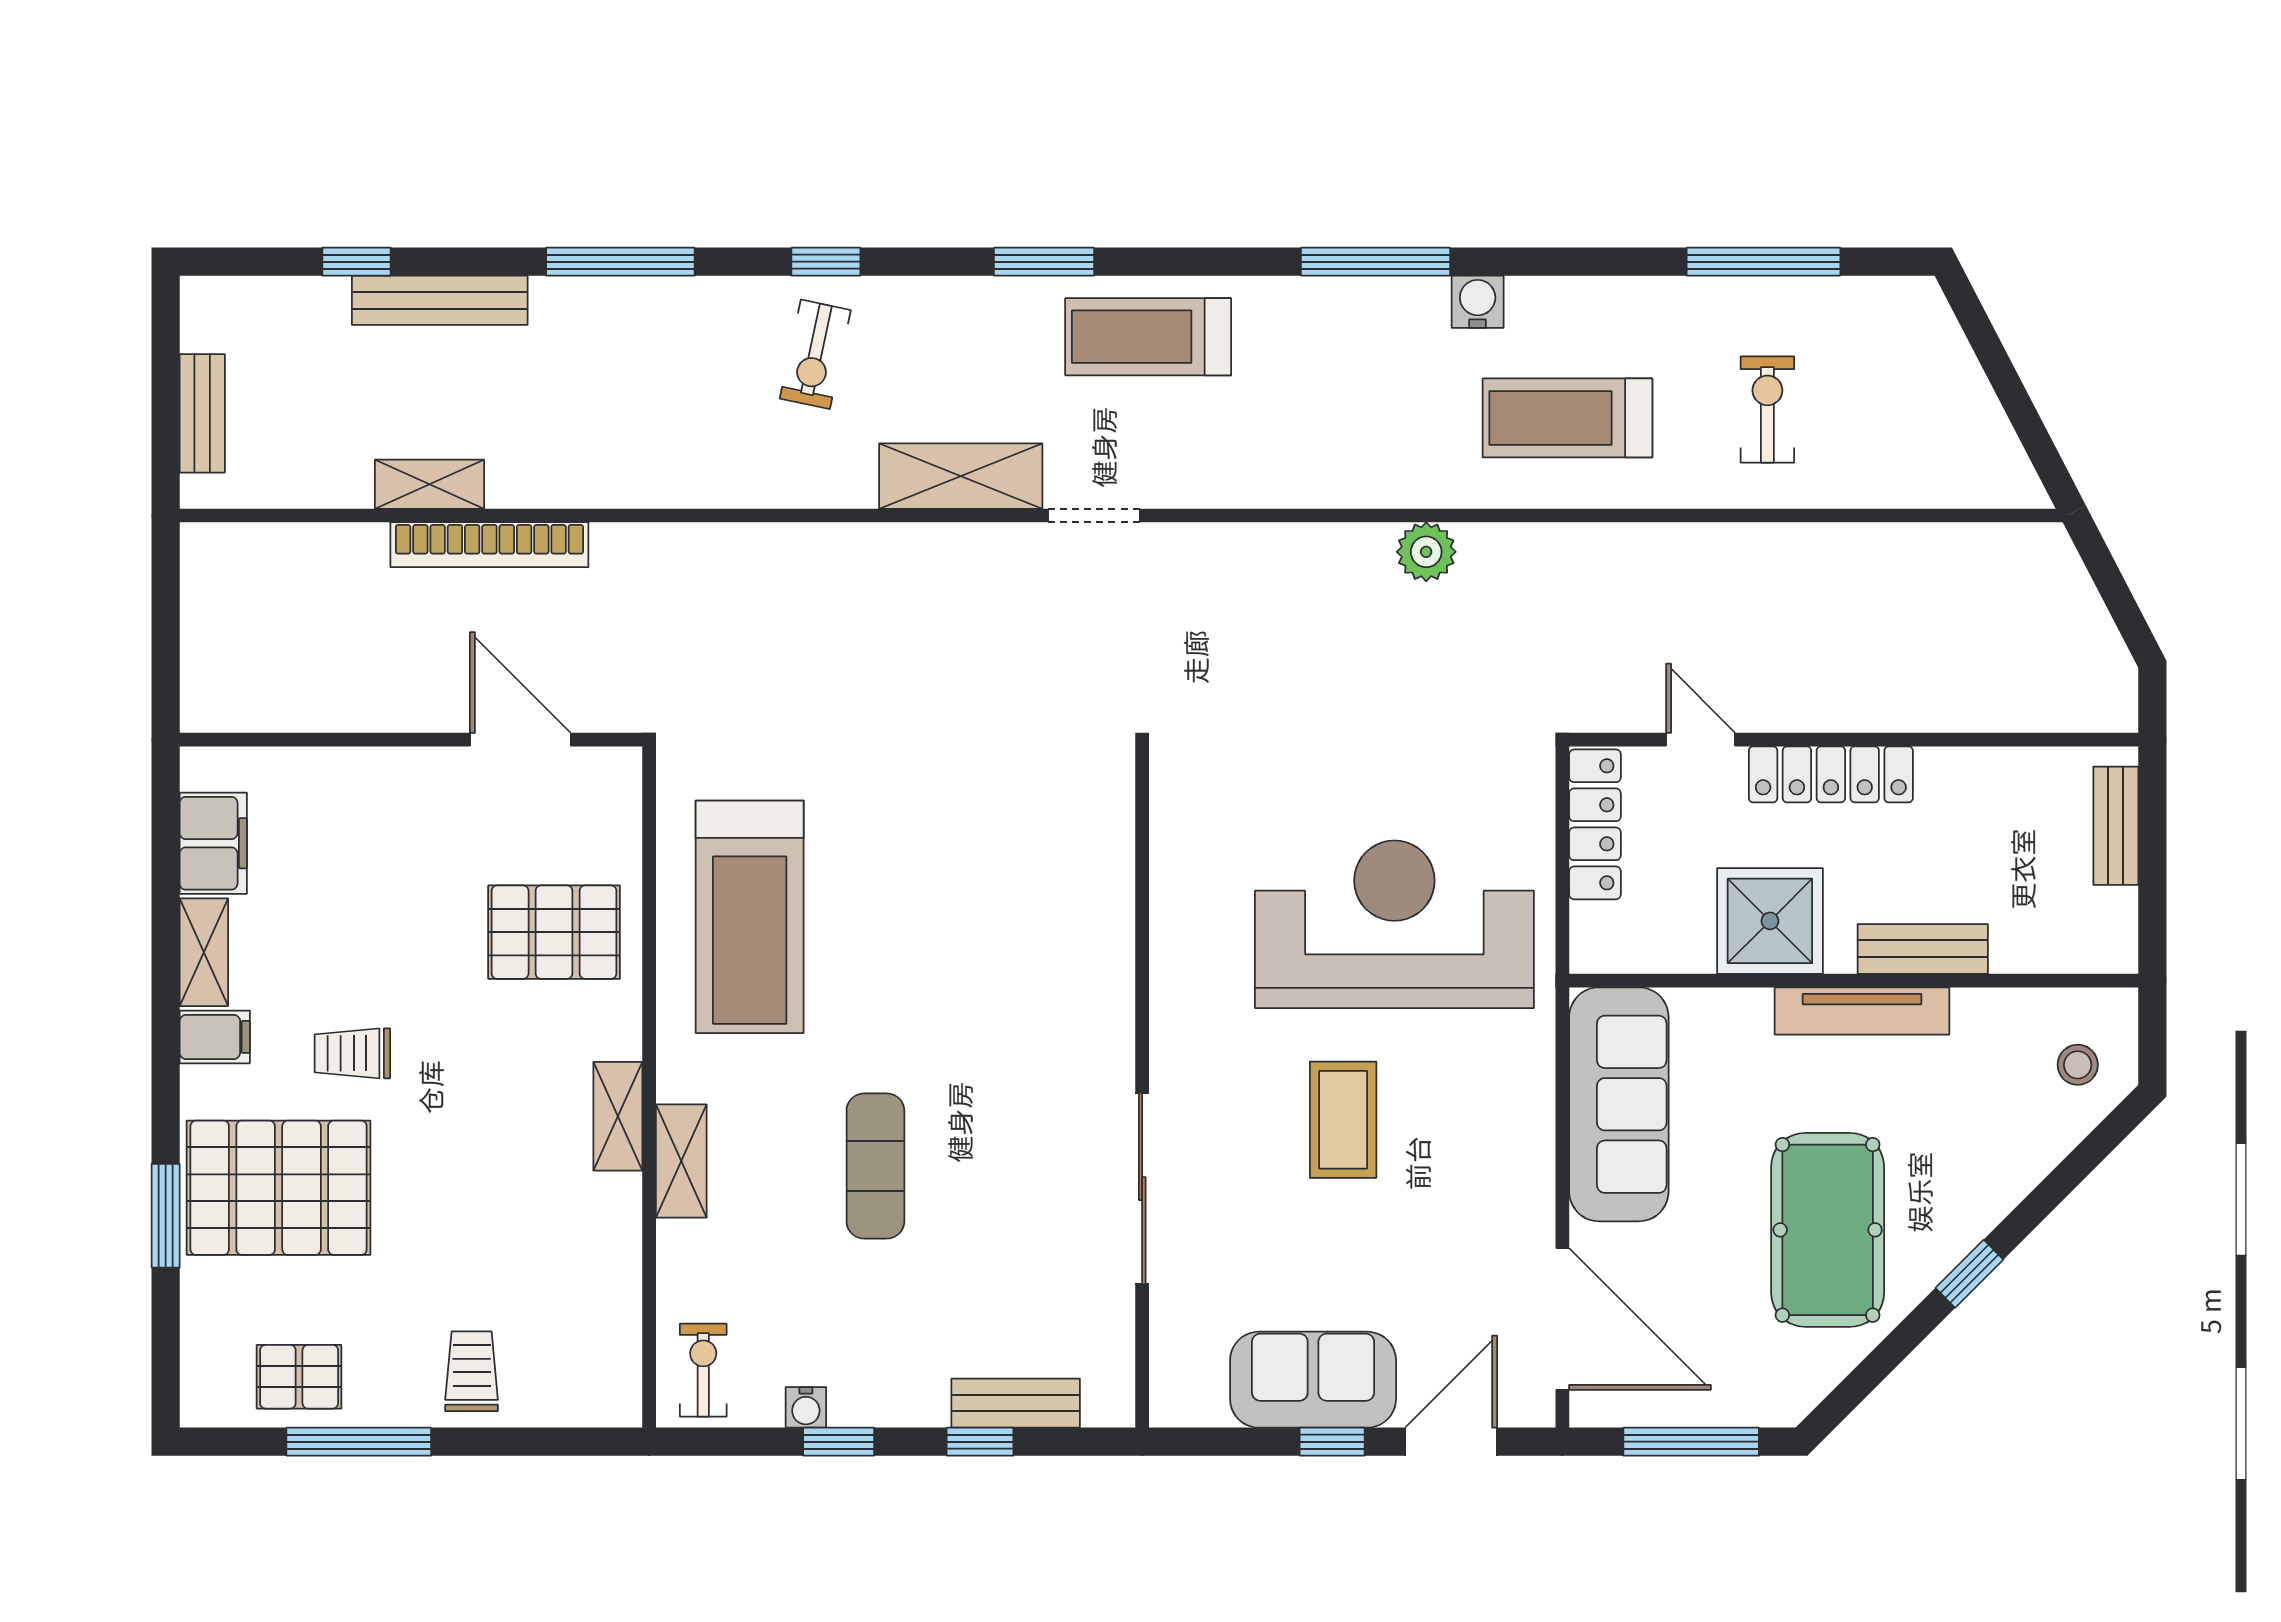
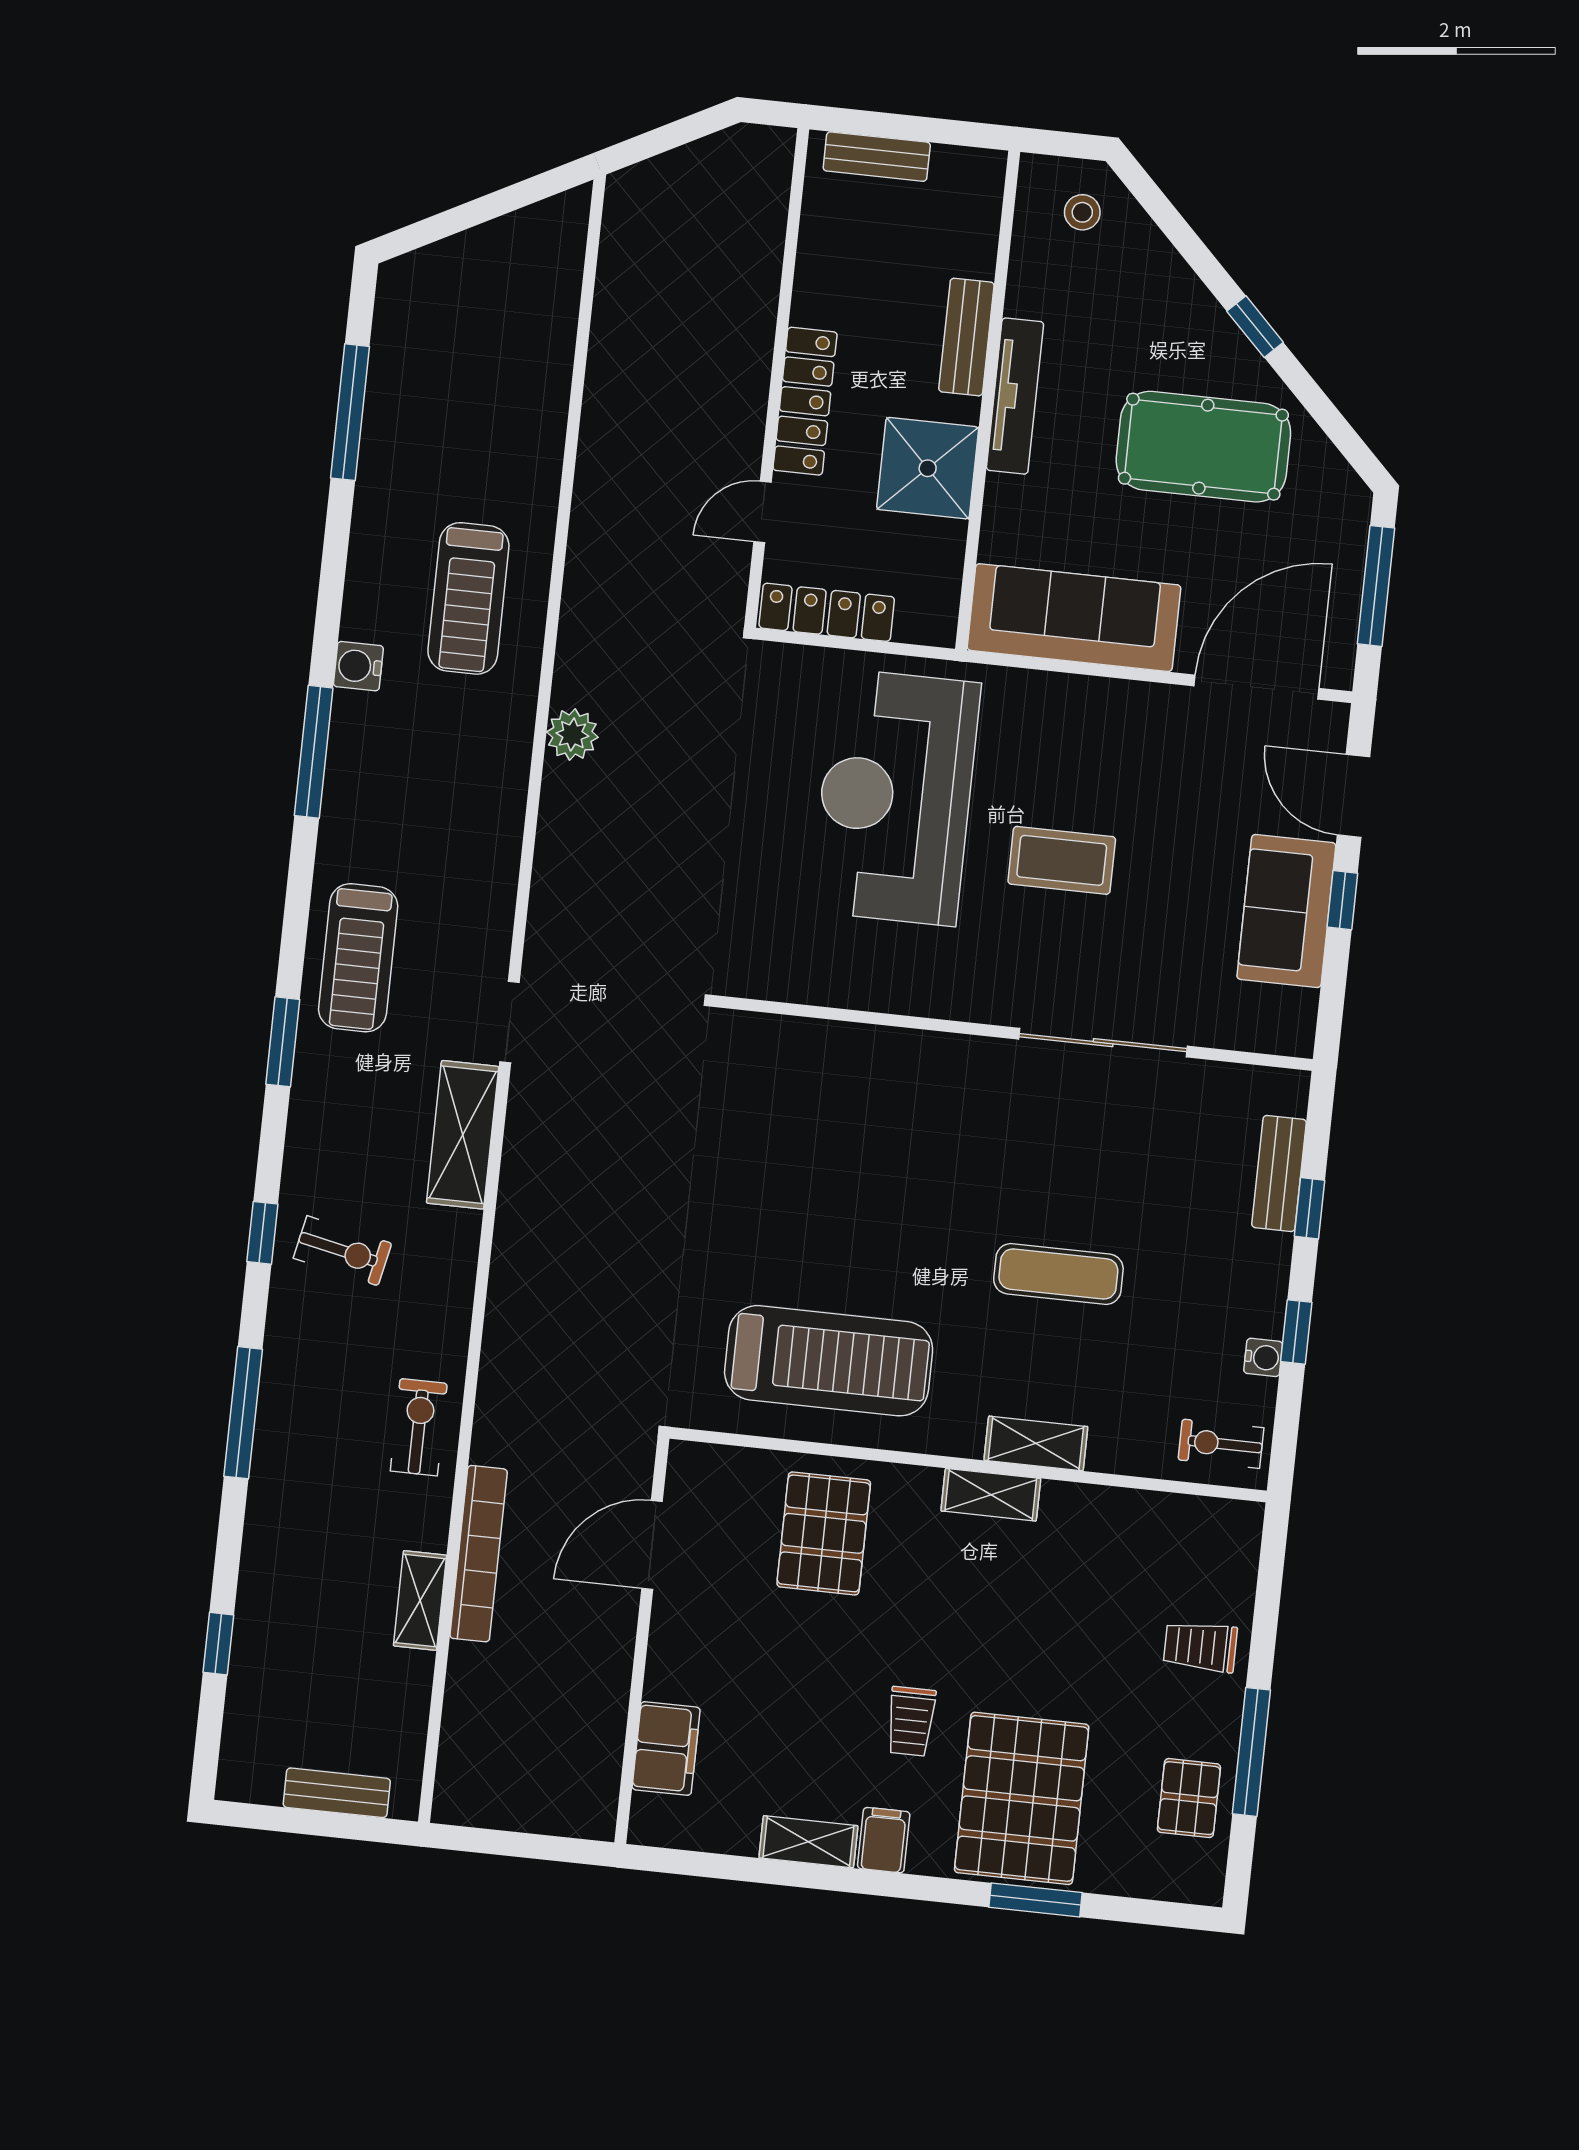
bench: (440, 300) -> (260, 1574), removed
exercise bike: (1767, 410) -> (419, 1427), moved, turned 90
filing cabinet: (213, 843) -> (666, 1748), moved, turned 90

